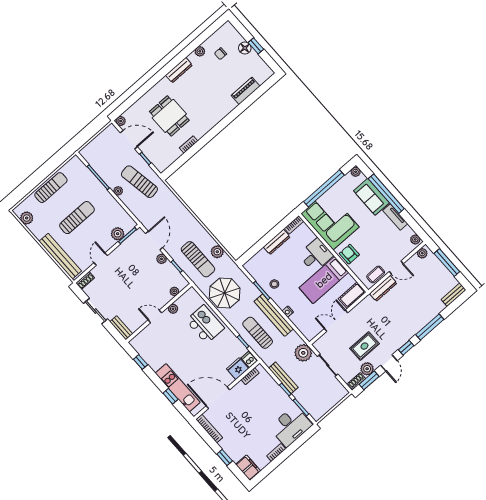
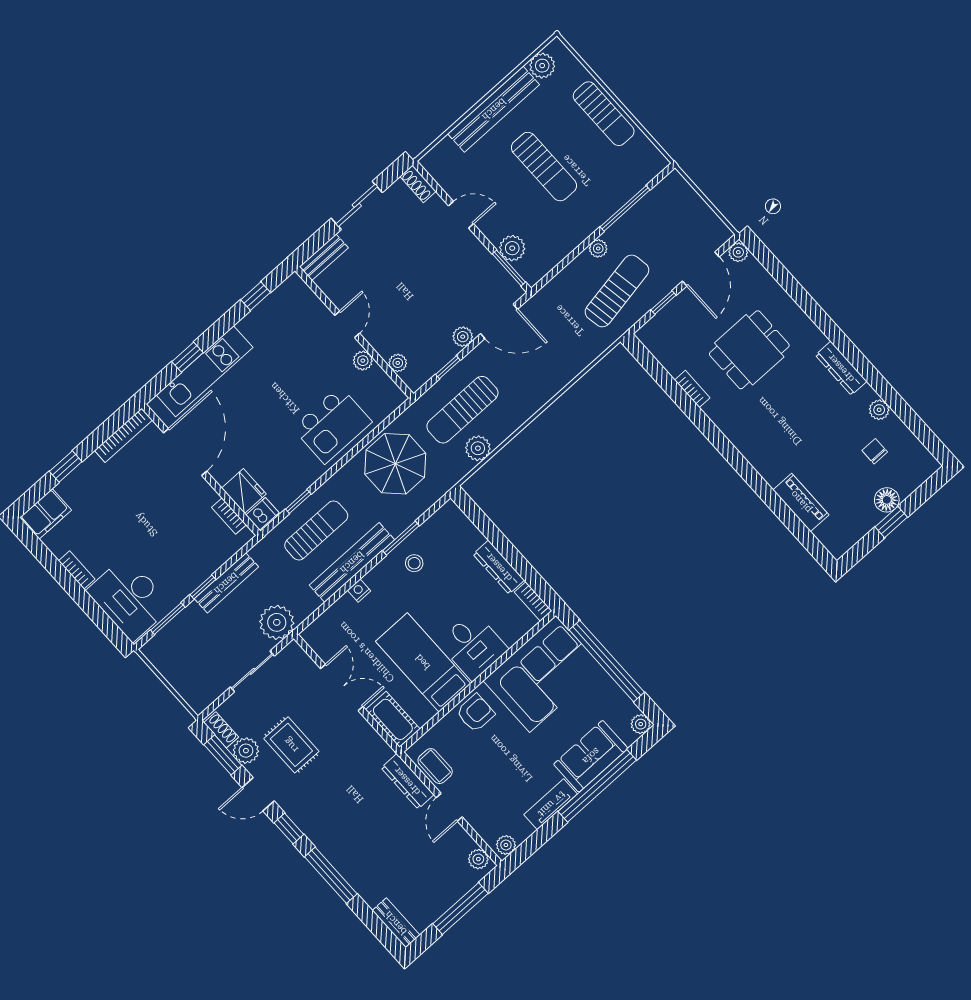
bench: (60, 256) -> (494, 109), moved

